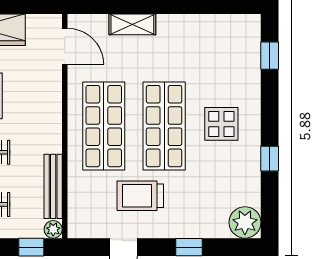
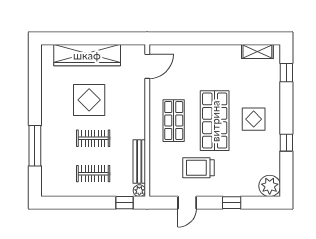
shelving: (132, 24) -> (257, 51), moved
door: (65, 46) -> (147, 66), hinge flipped
shop shelf: (104, 126) -> (174, 121), width x0.70, depth x0.74

